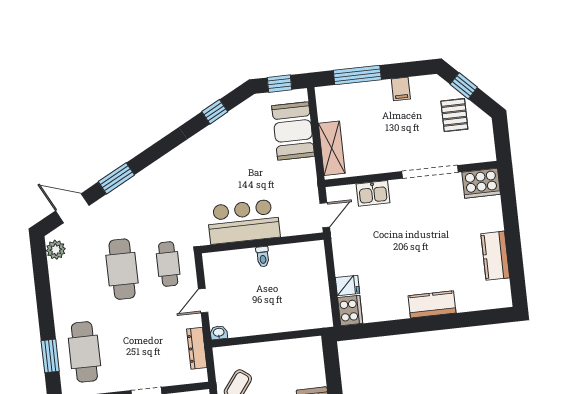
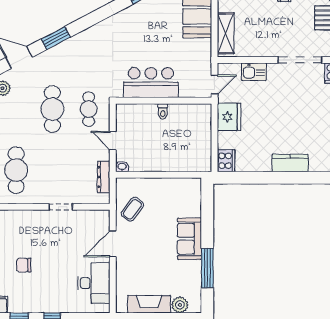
fridge: (347, 285) -> (229, 117), moved, width x1.88, depth x1.34
door: (203, 301) -> (113, 141), hinge flipped

